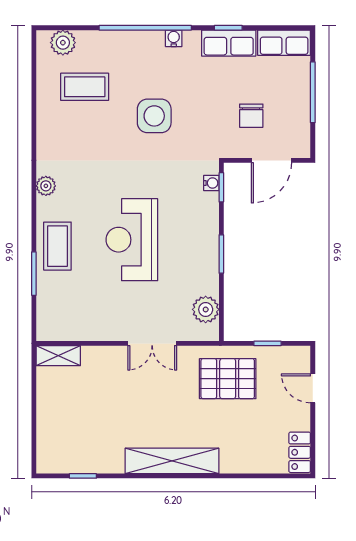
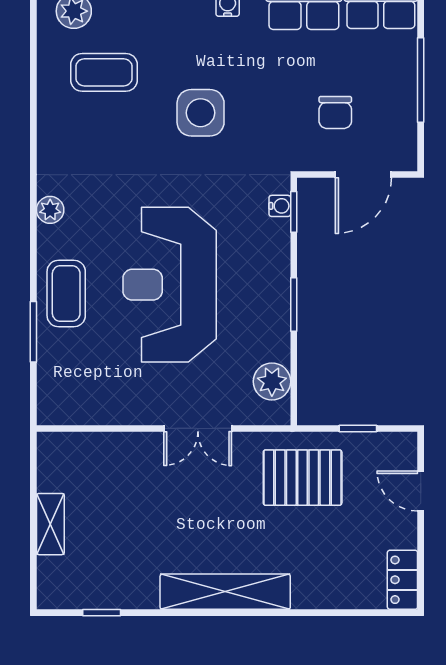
reception desk: (132, 240) -> (170, 285), width x1.36, depth x1.30
shelving: (58, 356) -> (50, 524), moved, turned 90

